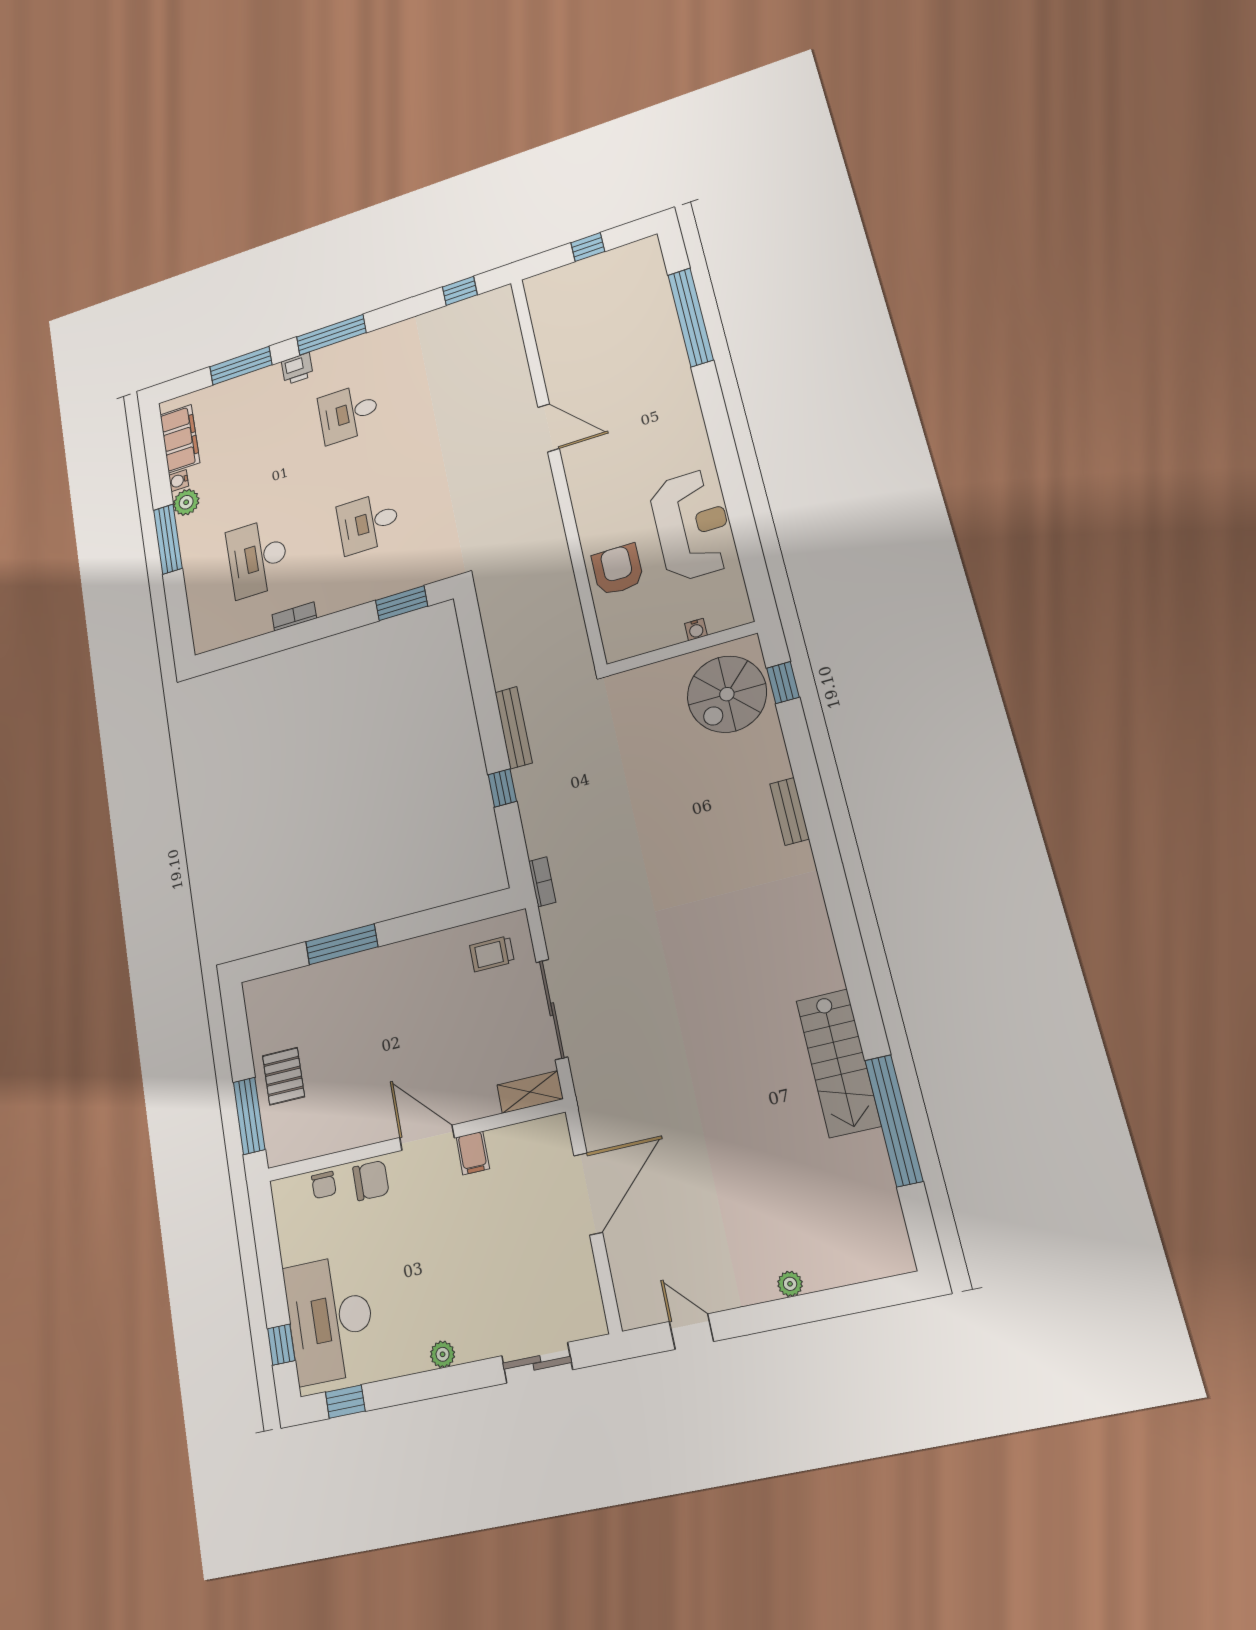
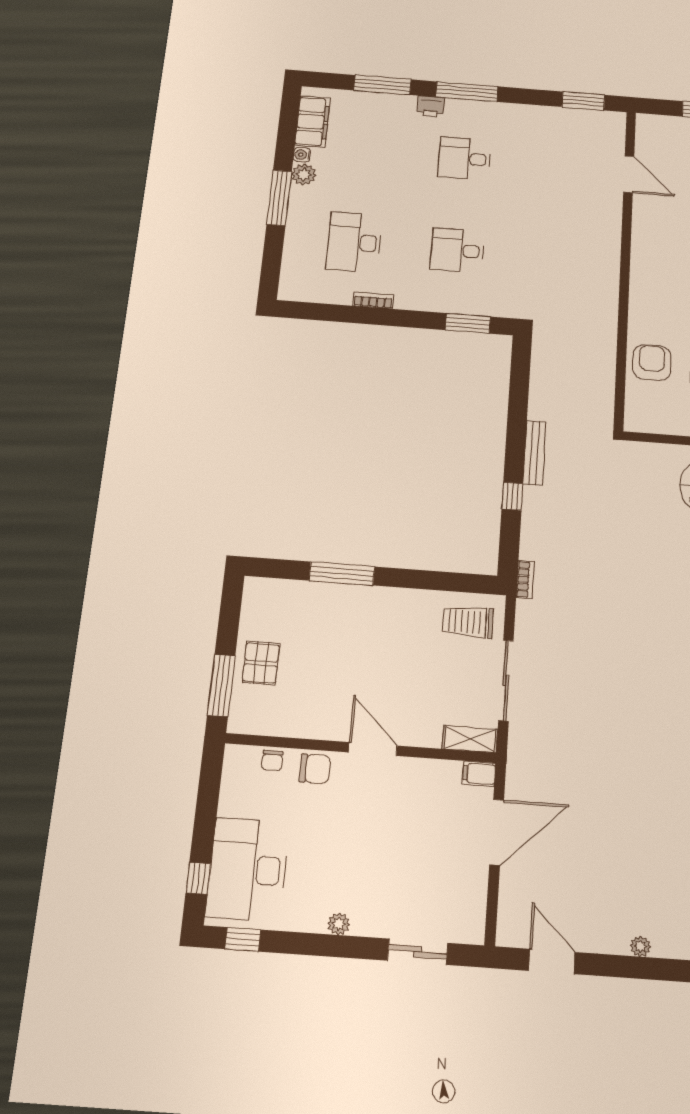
window: (460, 291) -> (583, 101), width x1.50
door: (549, 428) -> (629, 174), moved
trolley: (492, 954) -> (468, 622), width x1.36, depth x1.39
filing cabinet: (473, 1153) -> (479, 774), moved, turned 90
door: (691, 1332) -> (552, 961), width x1.38

